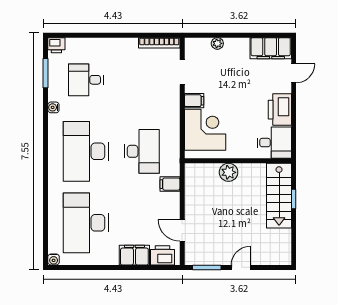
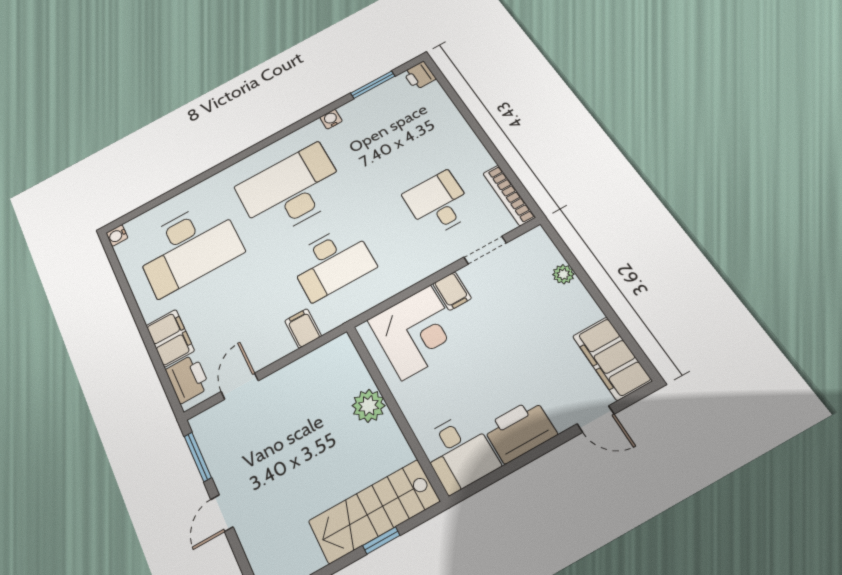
desk: (86, 80) -> (439, 203), moved
desk: (86, 223) -> (188, 247), turned 180
door: (241, 267) -> (222, 513), swing flipped

